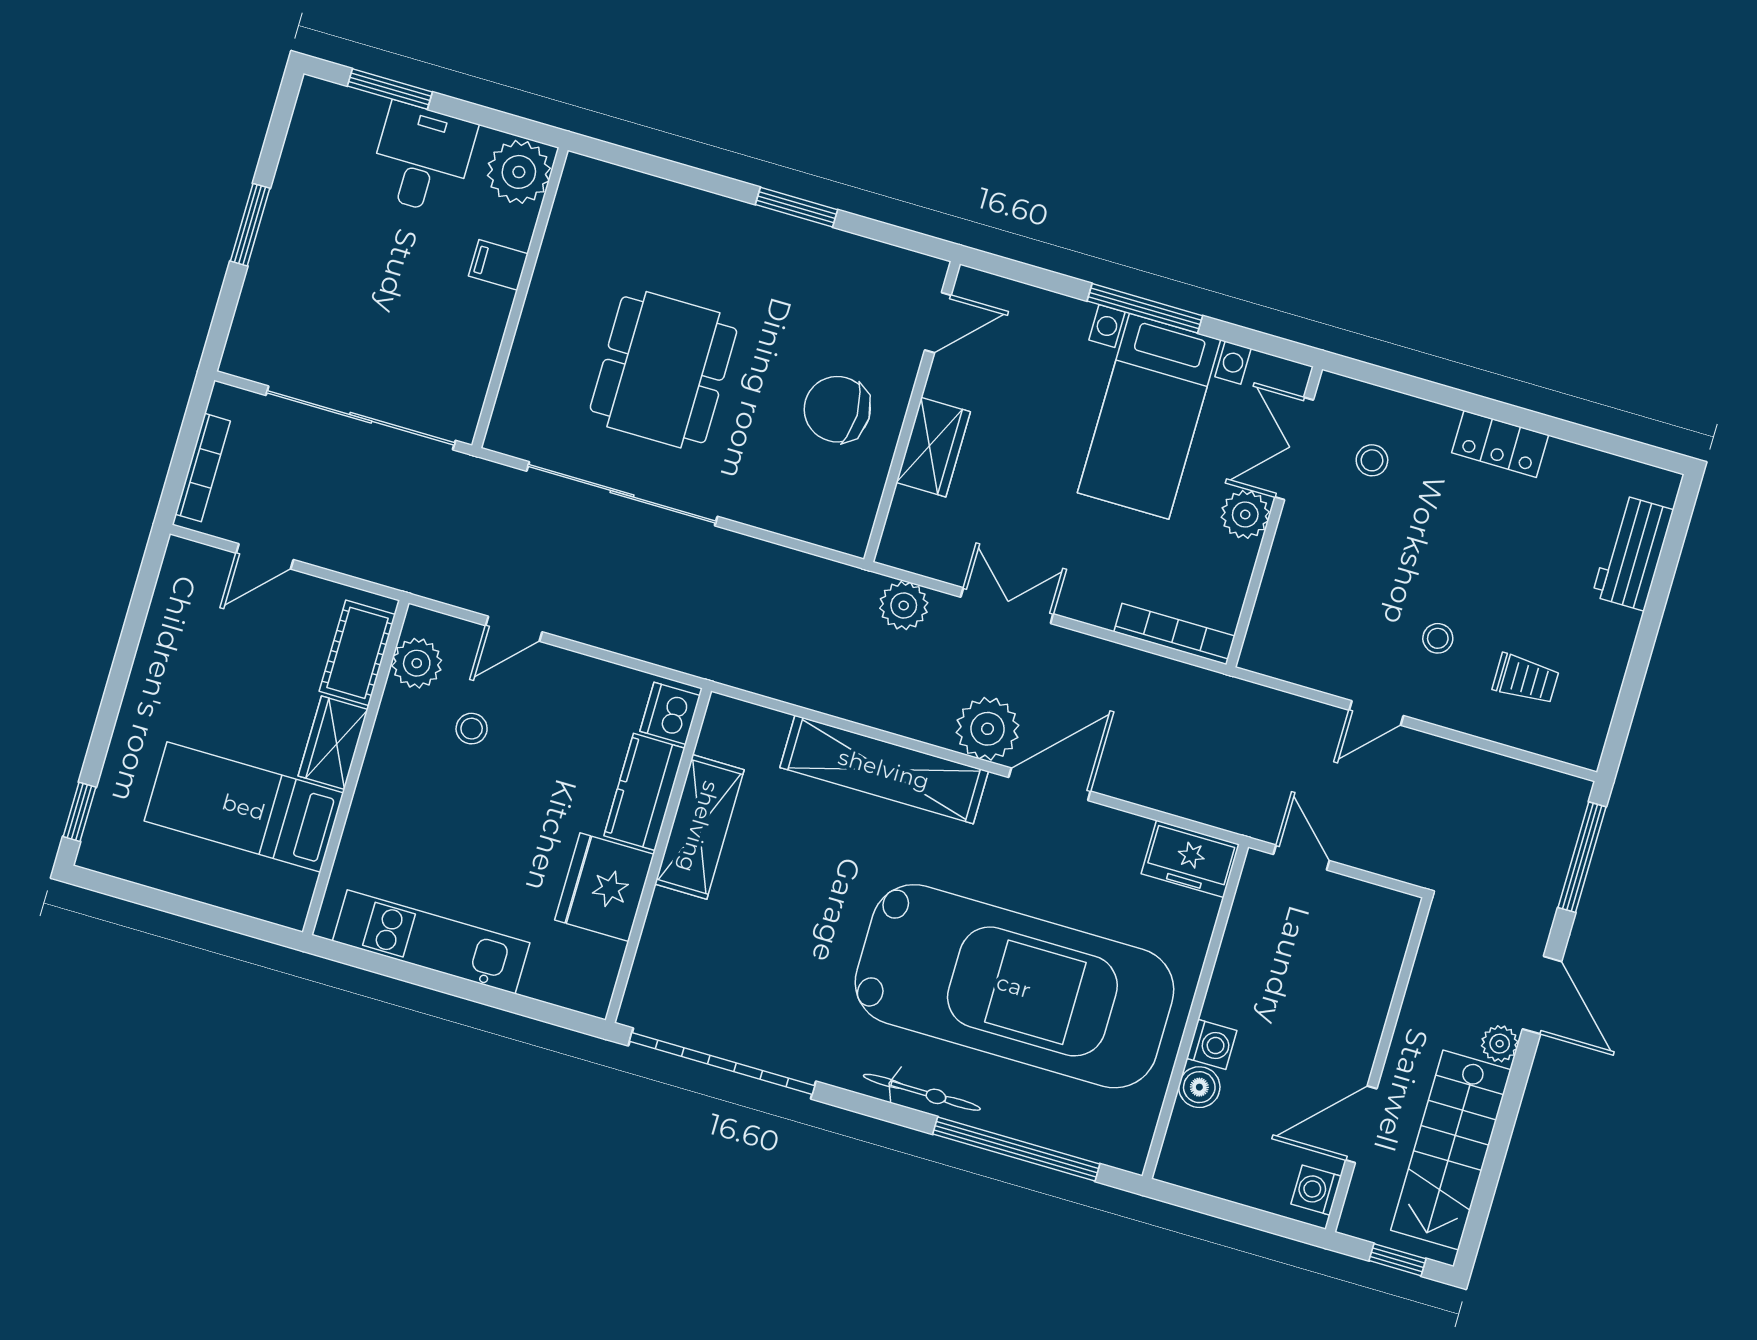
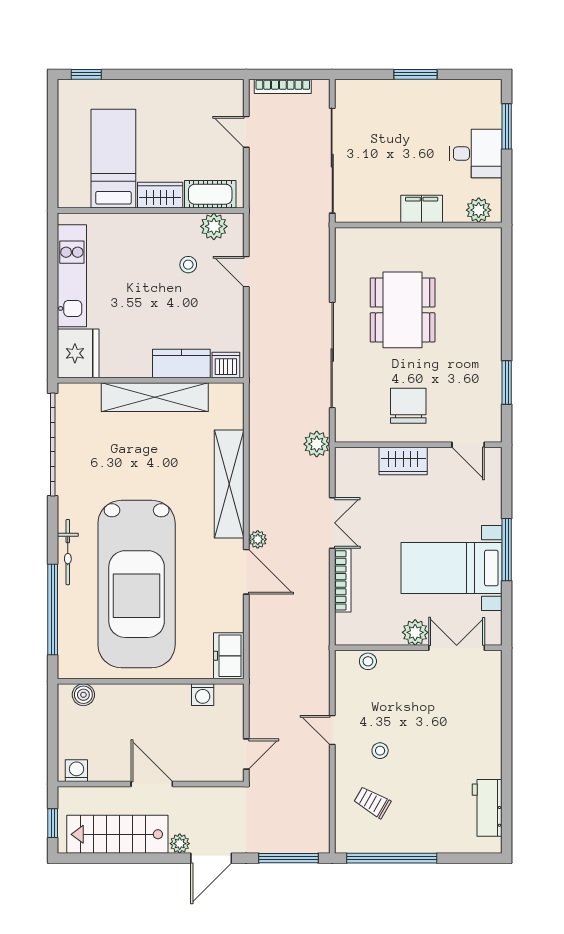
plant: (519, 172) -> (479, 210), width x0.73, depth x0.73
window: (797, 207) -> (507, 382), moved
filing cabinet: (498, 265) -> (422, 209), width x2.00
dining table: (663, 370) -> (403, 310), turned 90
locker: (1500, 444) -> (490, 754), removed
stool: (1372, 460) -> (368, 661), moved
sliding door: (622, 494) -> (332, 355), moved
workbench: (1633, 553) -> (487, 808), moved, turned -90
plant: (904, 606) -> (317, 444), moved
bookcase: (1174, 634) -> (343, 580), moved
window: (1636, 673) -> (392, 858), added
trolley: (1526, 679) -> (372, 802), turned 120
plant: (988, 729) -> (258, 539), width x0.53, depth x0.53
shelving: (699, 827) -> (155, 397), width x1.47
door: (1301, 857) -> (246, 754), moved
fridge: (604, 887) -> (78, 353), moved, turned 90
washing machine: (1212, 1044) -> (203, 695), moved
boiler: (1199, 1087) -> (83, 695), moved
door: (1361, 1124) -> (152, 784), moved

